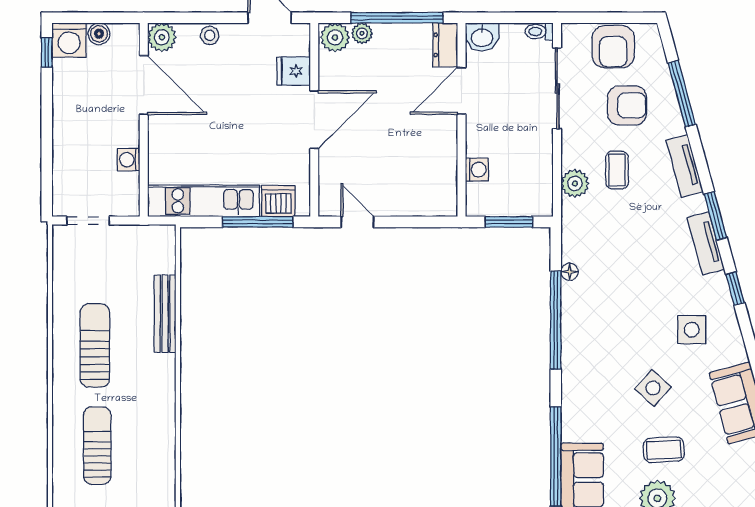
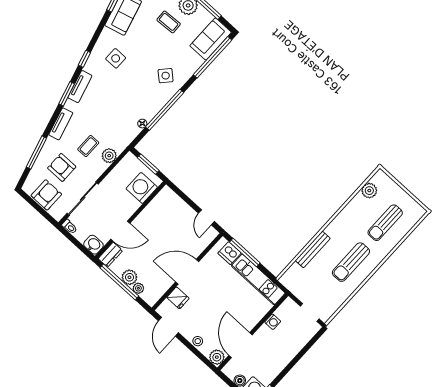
plant: (335, 37) -> (129, 277), moved
washing machine: (477, 170) -> (142, 188), width x1.89, depth x1.89
side table: (653, 388) -> (166, 76), moved
plant: (161, 470) -> (369, 191), added

